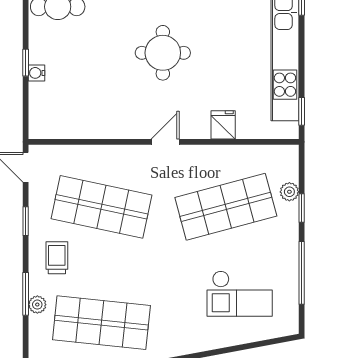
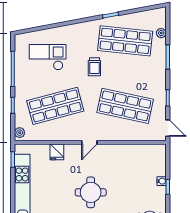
plant: (289, 192) -> (20, 133), moved
trolley: (57, 258) -> (94, 67), moved
plant: (37, 305) -> (161, 33), moved

